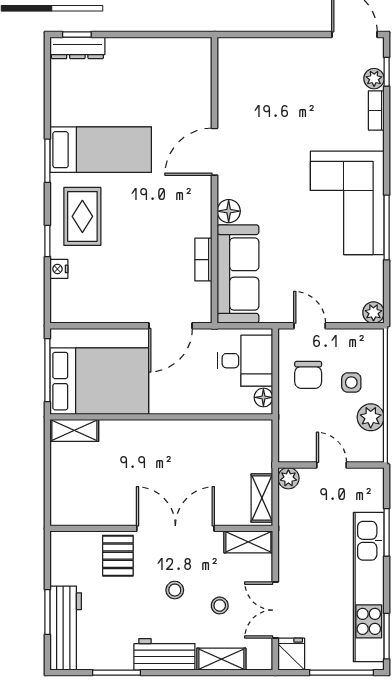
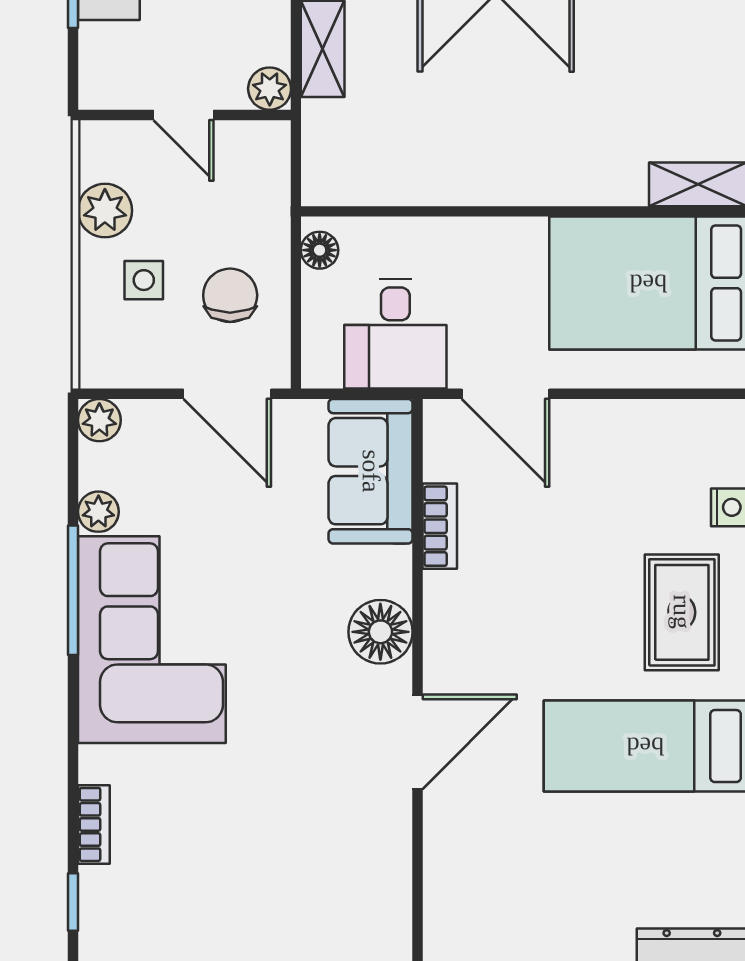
plant: (374, 79) -> (98, 512), moved
floor lamp: (229, 211) -> (380, 632), width x1.38, depth x1.38
sofa: (238, 274) -> (371, 471), width x0.73
door: (170, 326) -> (506, 394), swing flipped
door: (310, 326) -> (227, 394), width x1.38
desk: (245, 361) -> (395, 334), moved, turned -90

